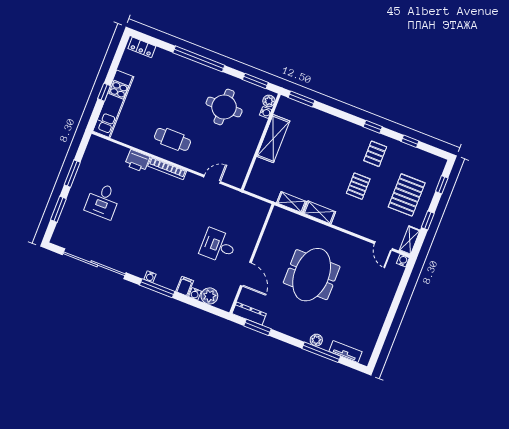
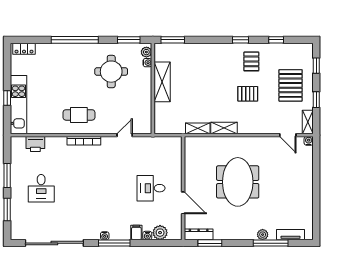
printer: (137, 161) -> (35, 144), moved
pallet: (358, 186) -> (248, 94), turned 90

